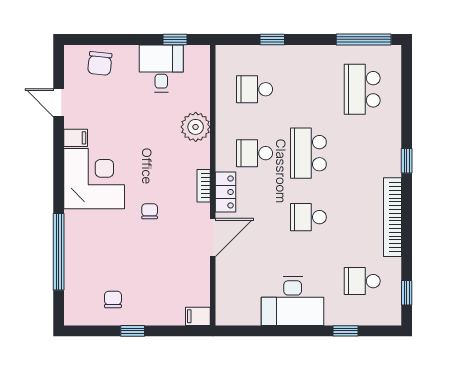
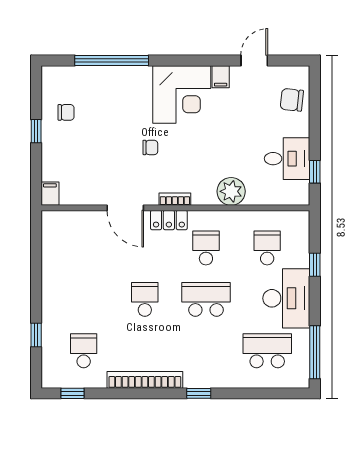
desk: (293, 301) -> (286, 298), moved, turned 180

